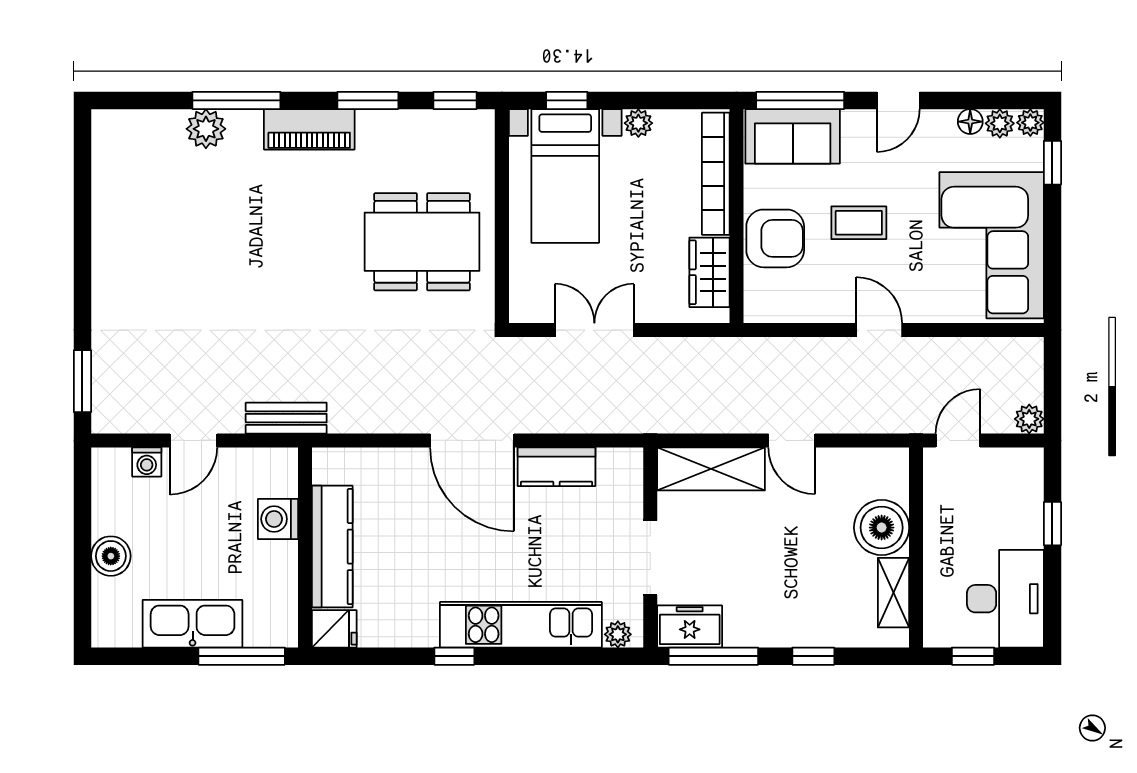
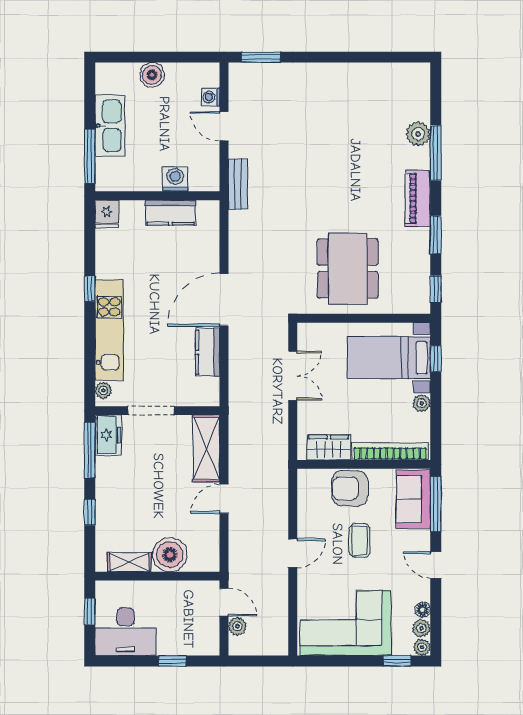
armchair: (775, 238) -> (350, 488), turned 90
plant: (1029, 419) -> (237, 626), moved
kitchen counter: (332, 547) -> (171, 213), width x0.67

